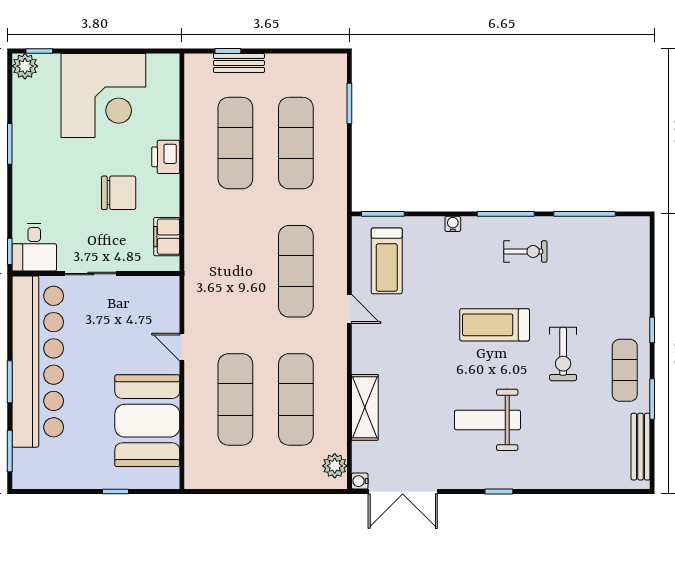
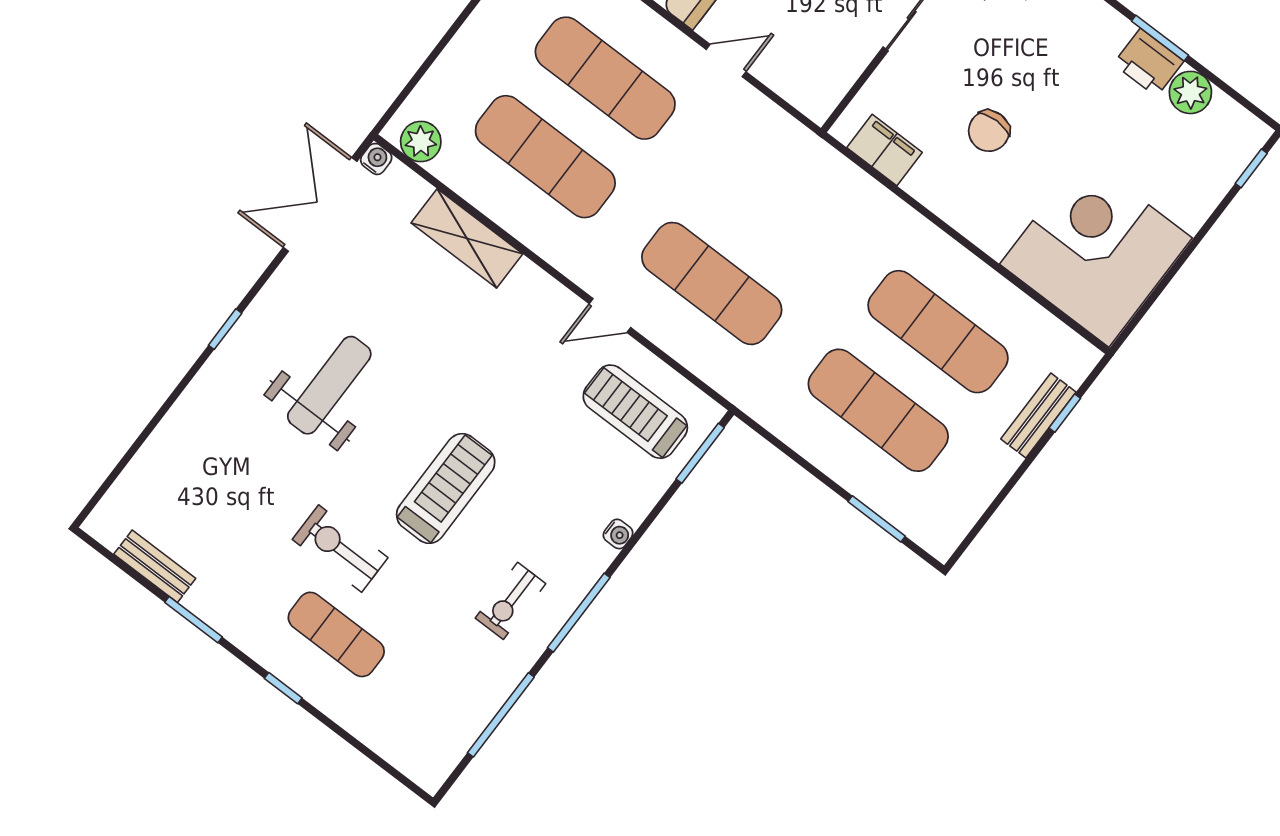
plant: (25, 66) -> (1190, 92), moved
corner desk: (103, 95) -> (1096, 251), moved, turned 90
printer: (166, 157) -> (1148, 62), moved, turned 180
chair: (119, 193) -> (989, 131), width x0.73, depth x0.73
exercise mat: (625, 370) -> (336, 634), moved
bench: (641, 447) -> (155, 566), width x0.73

